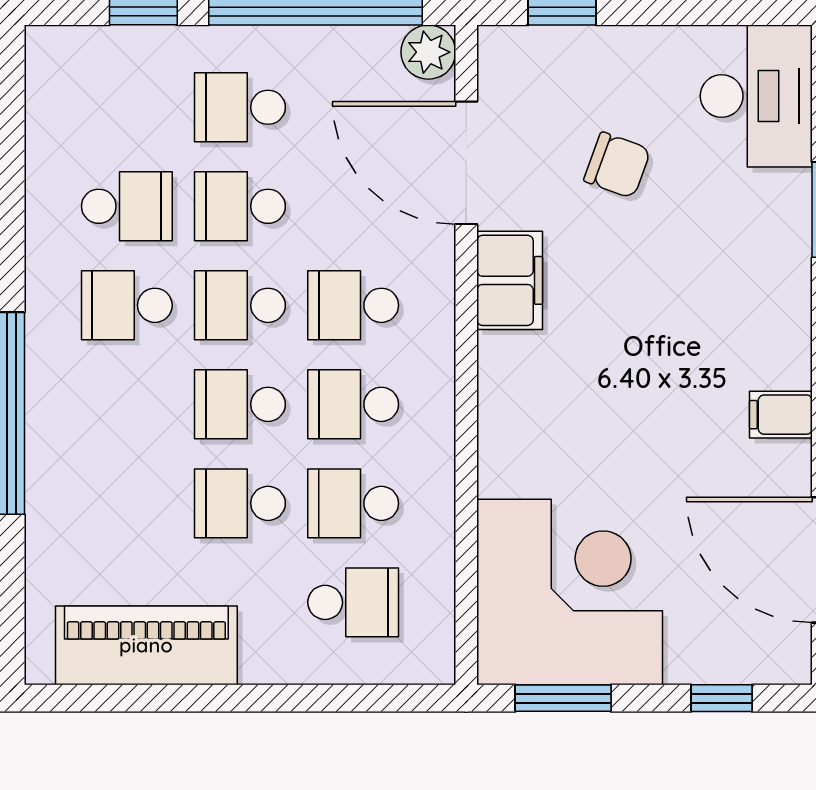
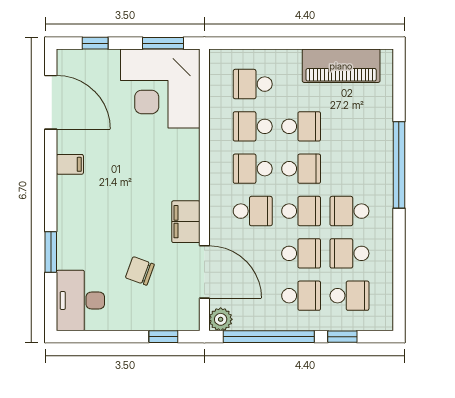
school desk: (127, 107) -> (349, 296), added
school desk: (127, 305) -> (349, 211), turned 180
school desk: (353, 404) -> (253, 169), turned 180
school desk: (353, 503) -> (253, 126), turned 180

